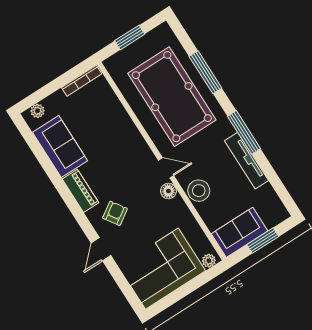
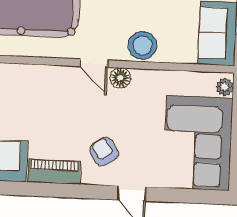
door: (166, 168) -> (94, 63), swing flipped

